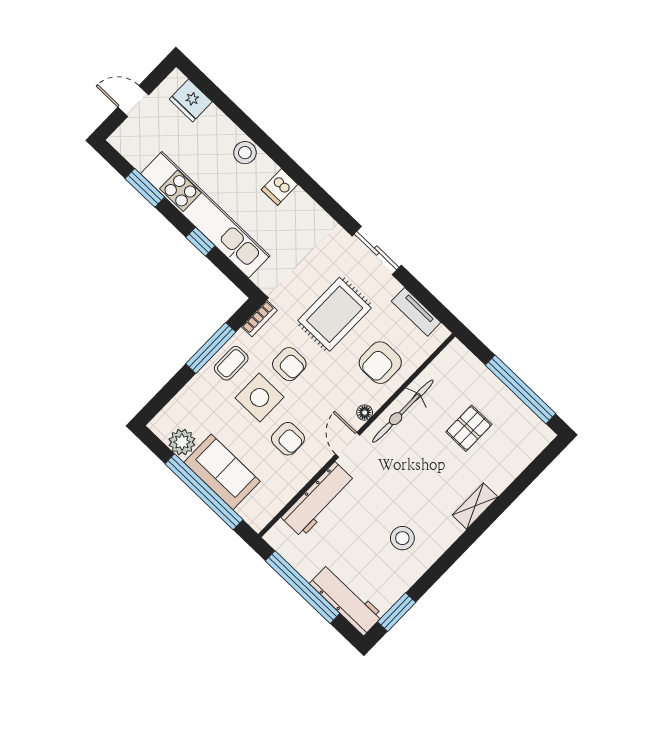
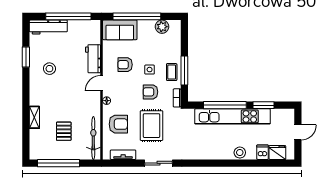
dishwasher: (280, 187) -> (263, 152), moved
window: (200, 242) -> (225, 105), width x3.17
armchair: (380, 363) -> (118, 124), turned 90
side table: (260, 398) -> (150, 70), width x0.54, depth x0.54
bicycle: (403, 411) -> (93, 138), moved
door: (348, 445) -> (102, 83), swing flipped
sofa: (222, 472) -> (120, 30), moved
workbench: (318, 500) -> (93, 59), width x0.73
shelving: (475, 506) -> (34, 117), moved
window: (397, 612) -> (26, 57), moved

